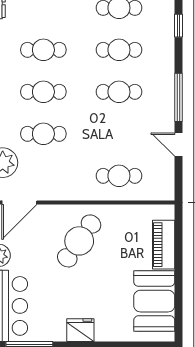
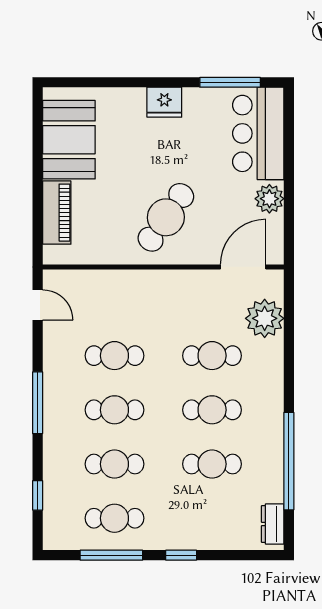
door: (178, 145) -> (38, 305), moved
cafe table: (119, 176) -> (114, 356), moved

